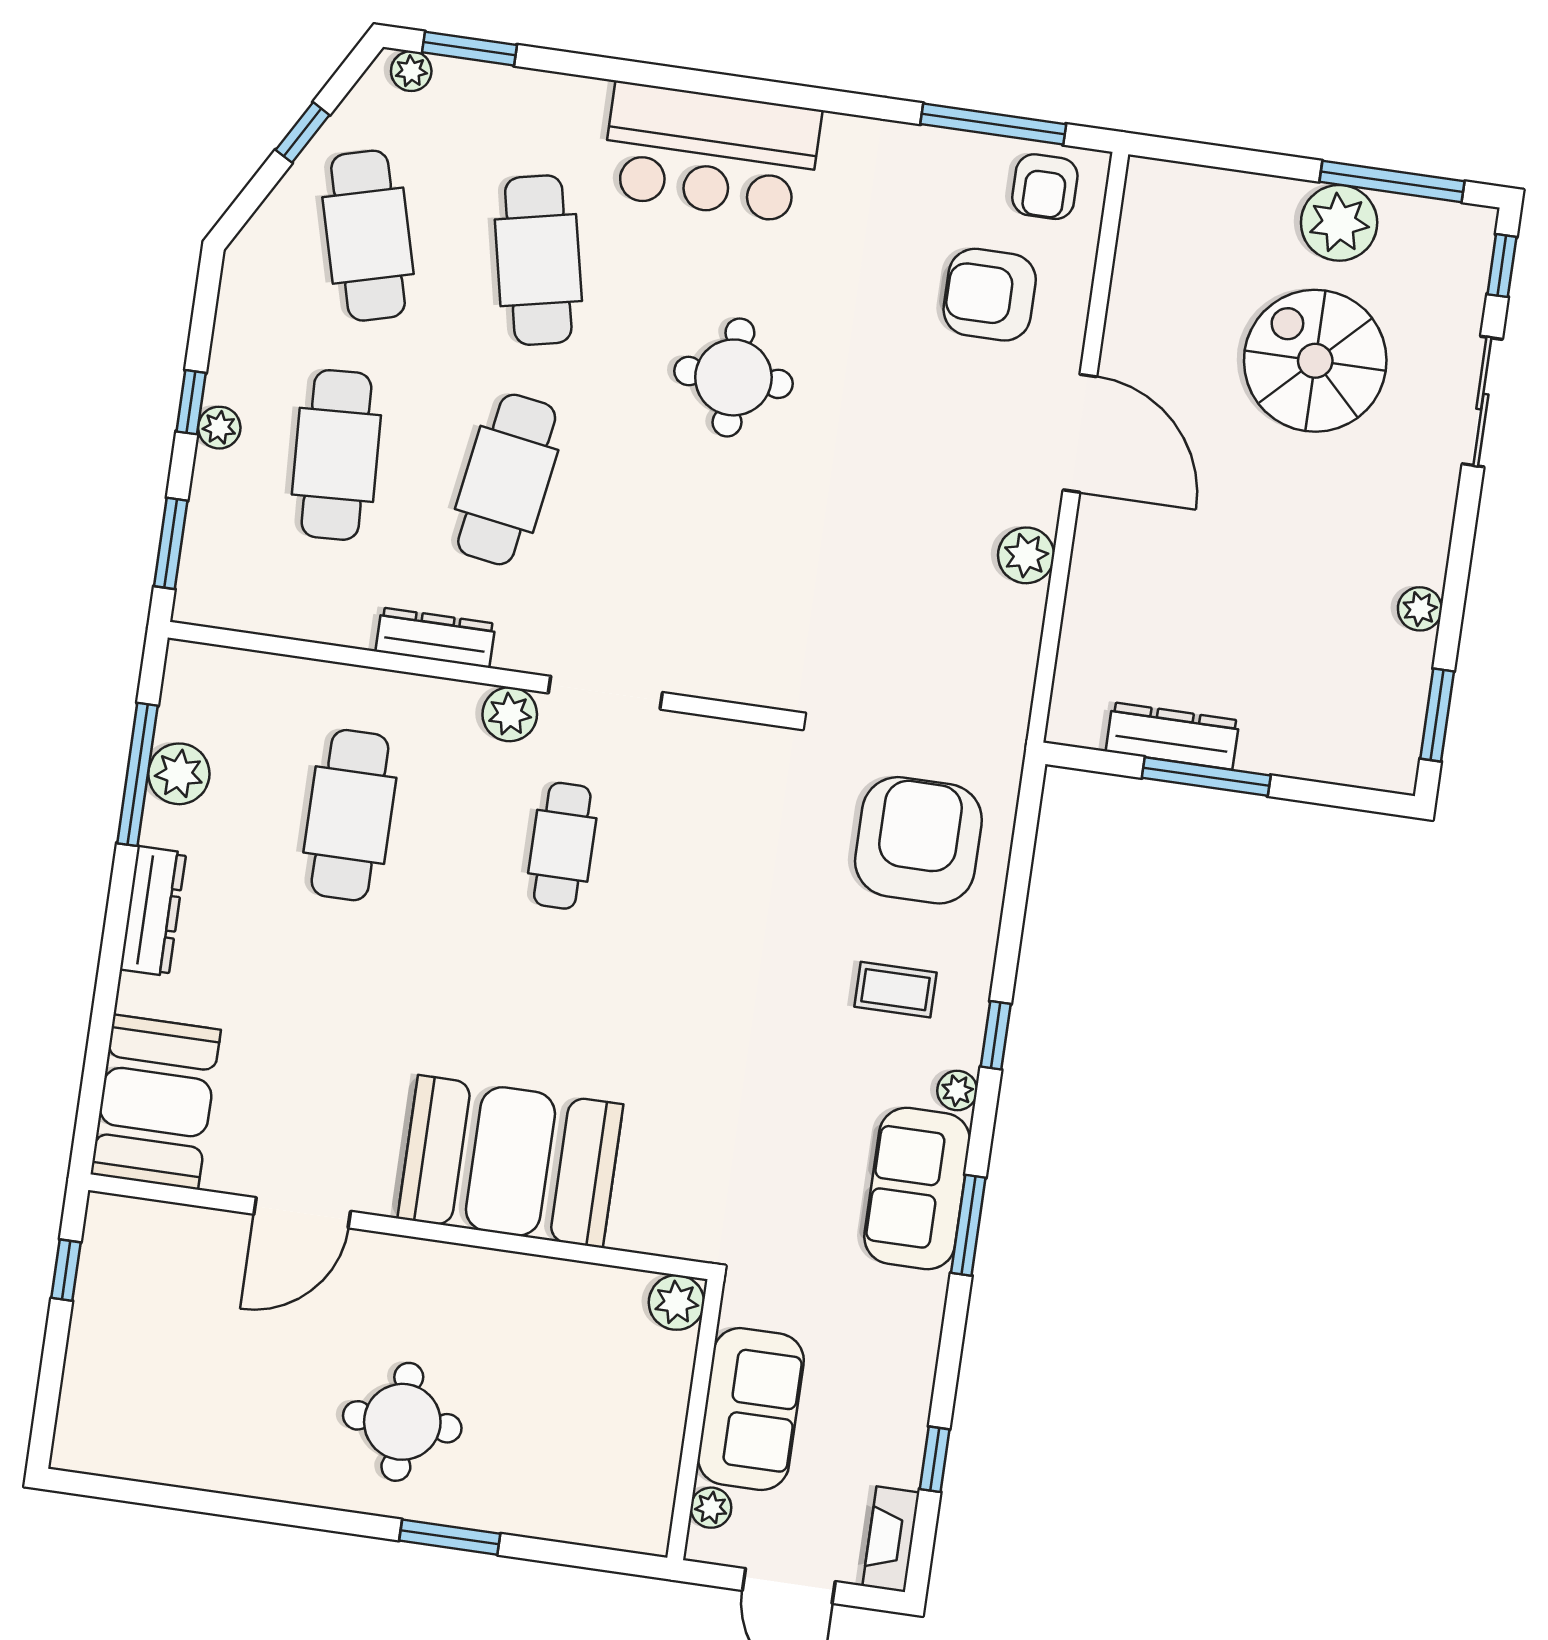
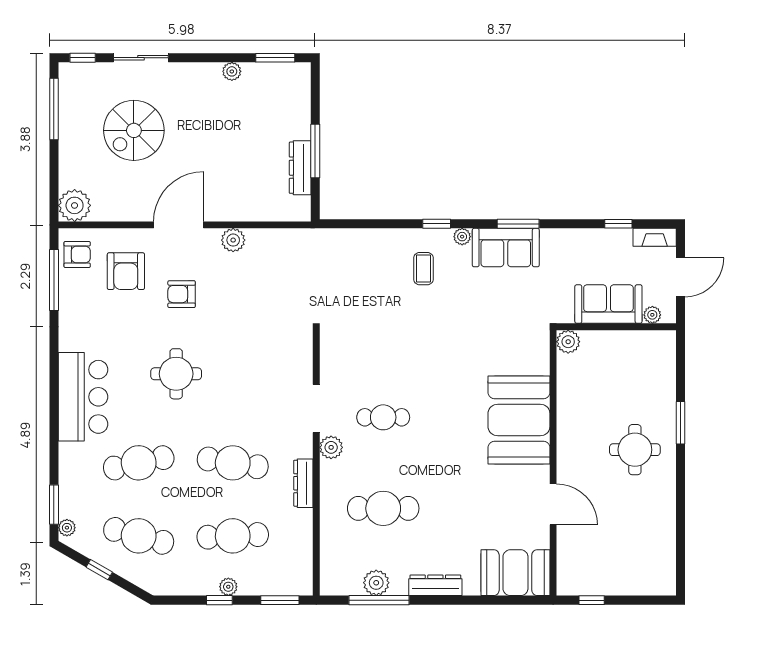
plant: (1339, 223) -> (75, 205), moved
cafe table: (368, 236) -> (139, 536), turned 30
armchair: (918, 840) -> (182, 294), moved, width x0.53, depth x0.53

